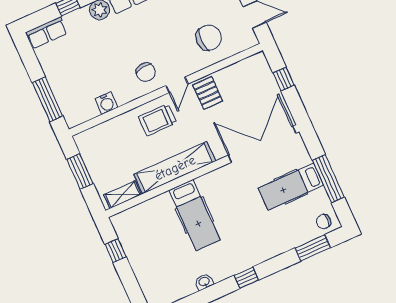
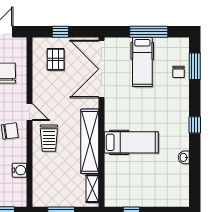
pallet: (208, 93) -> (56, 59), moved, turned 90
chair: (324, 222) -> (179, 72), moved

